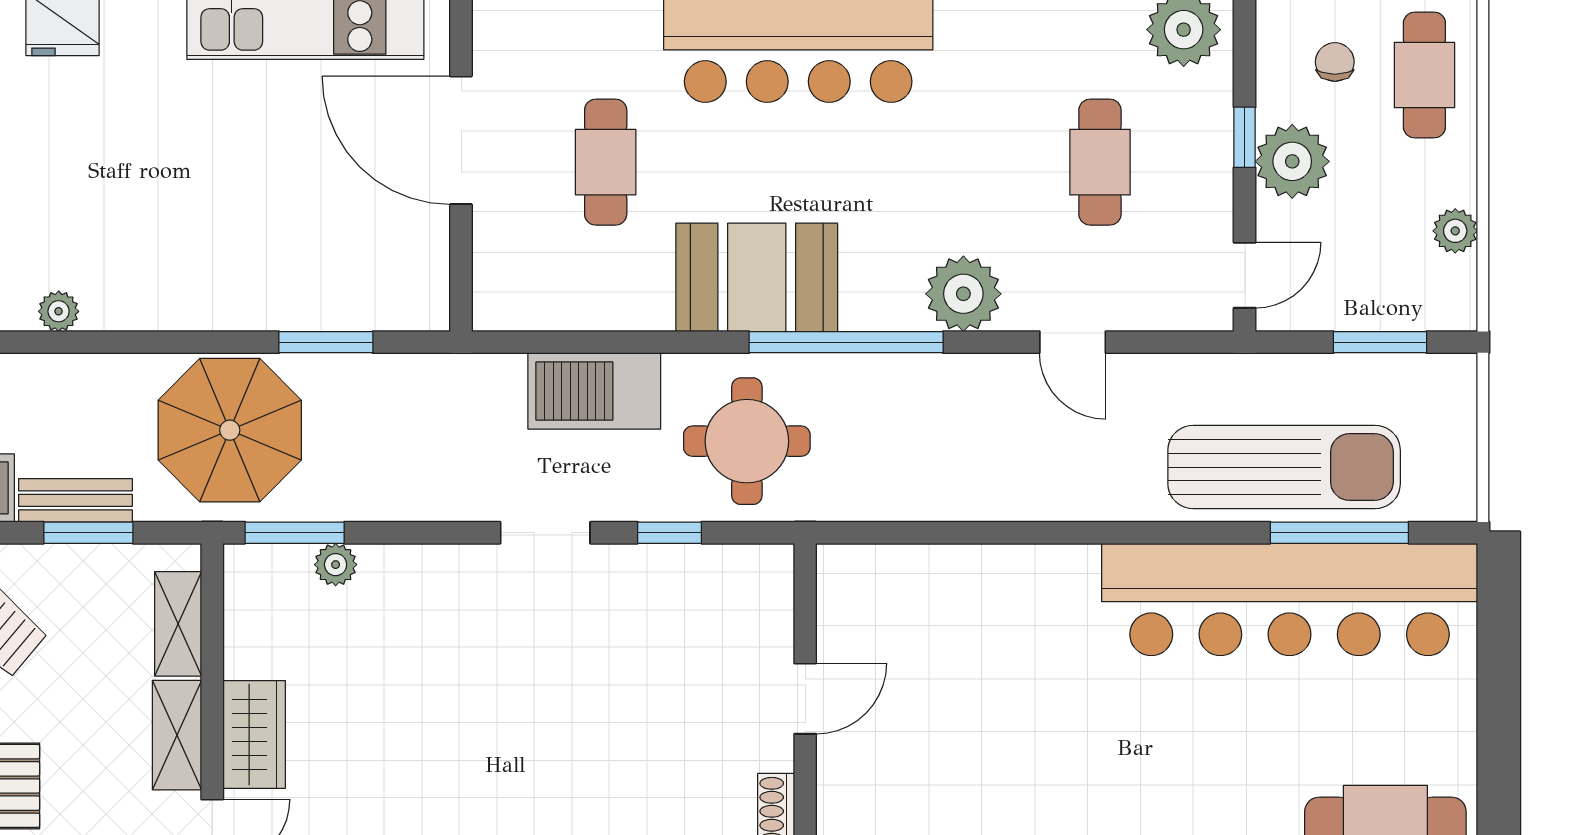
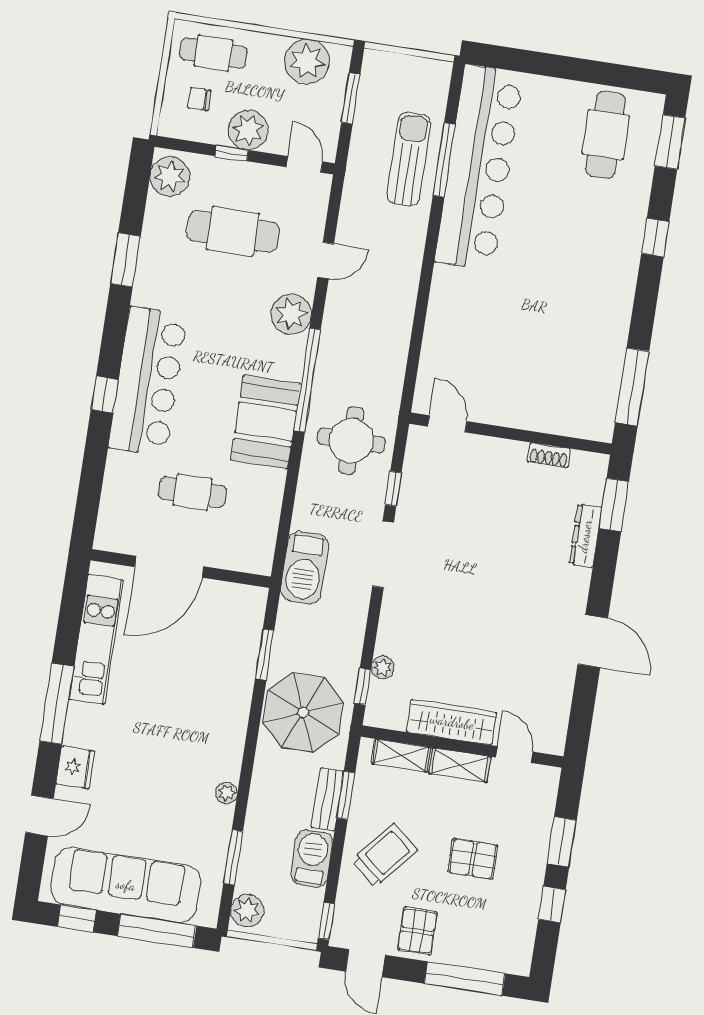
cafe table: (1100, 162) -> (233, 231), width x1.37, depth x1.35
plant: (1455, 231) -> (307, 62), width x1.88, depth x1.88
barbecue: (594, 391) -> (304, 568), moved
sun lounger: (1284, 467) -> (409, 159), width x0.73, depth x0.75
window: (295, 533) -> (363, 687), width x0.67
doorway: (545, 533) -> (383, 554), width x1.38
window: (1339, 533) -> (444, 160), moved
door: (805, 699) -> (447, 424), moved
wardrobe: (254, 735) -> (452, 722), width x1.50

